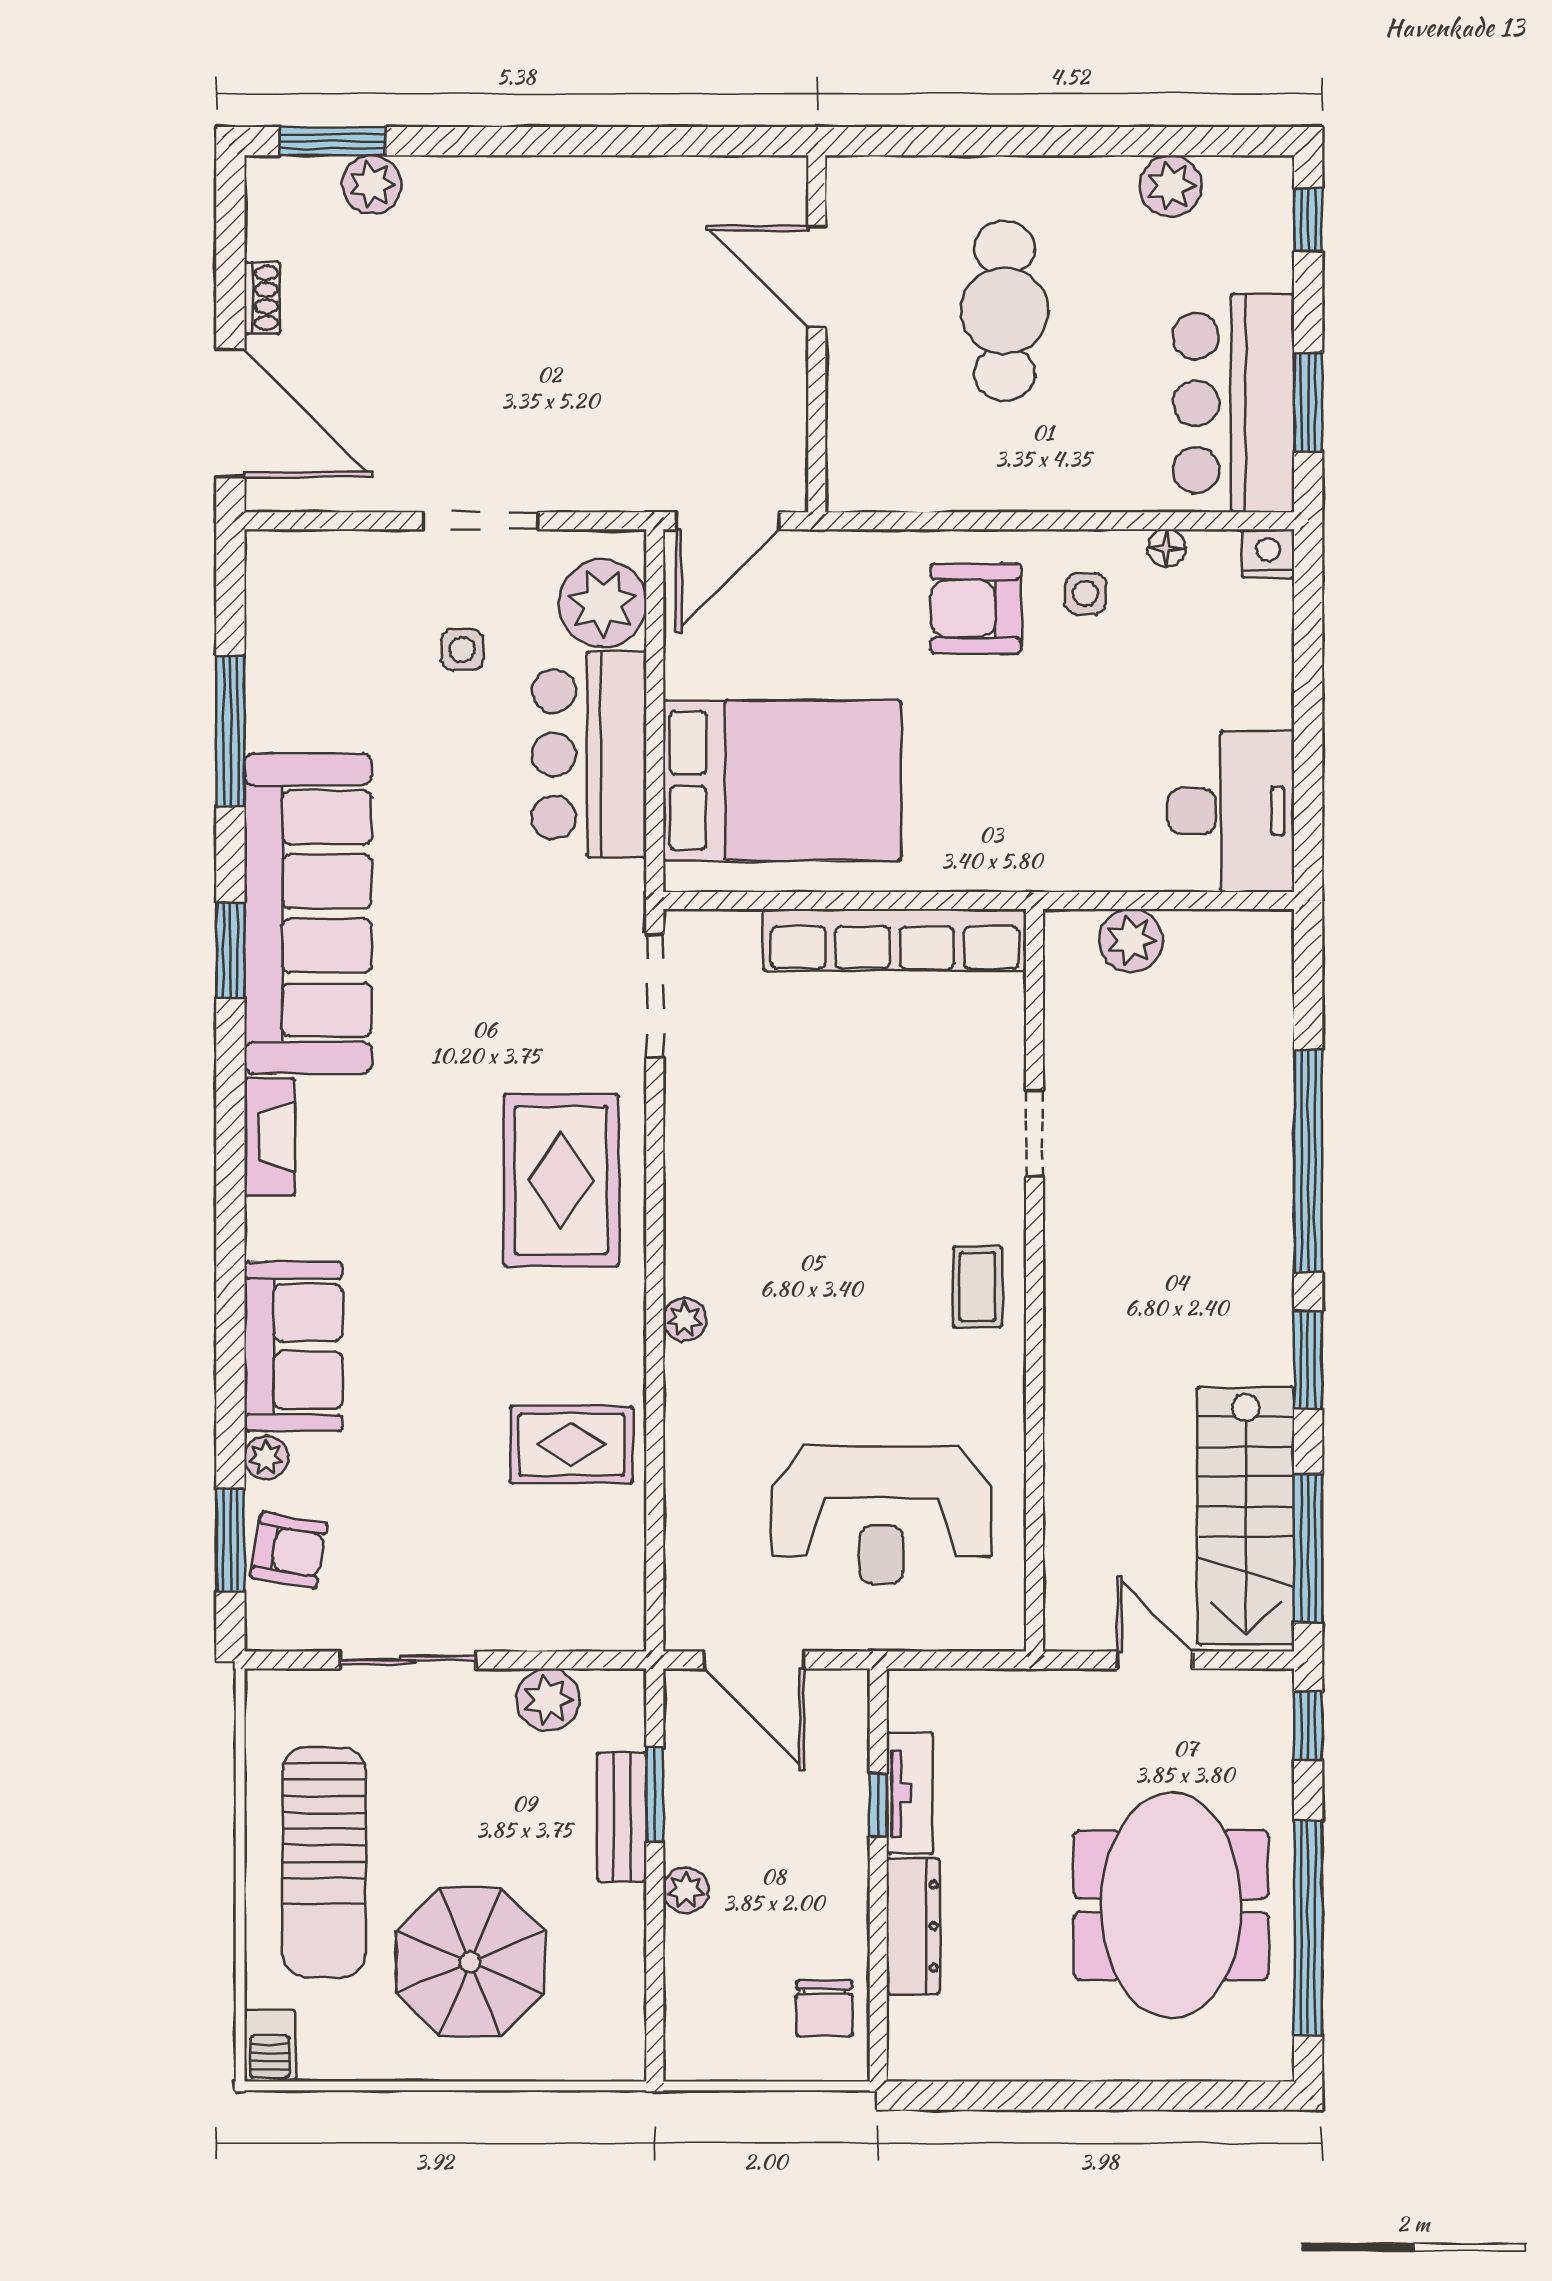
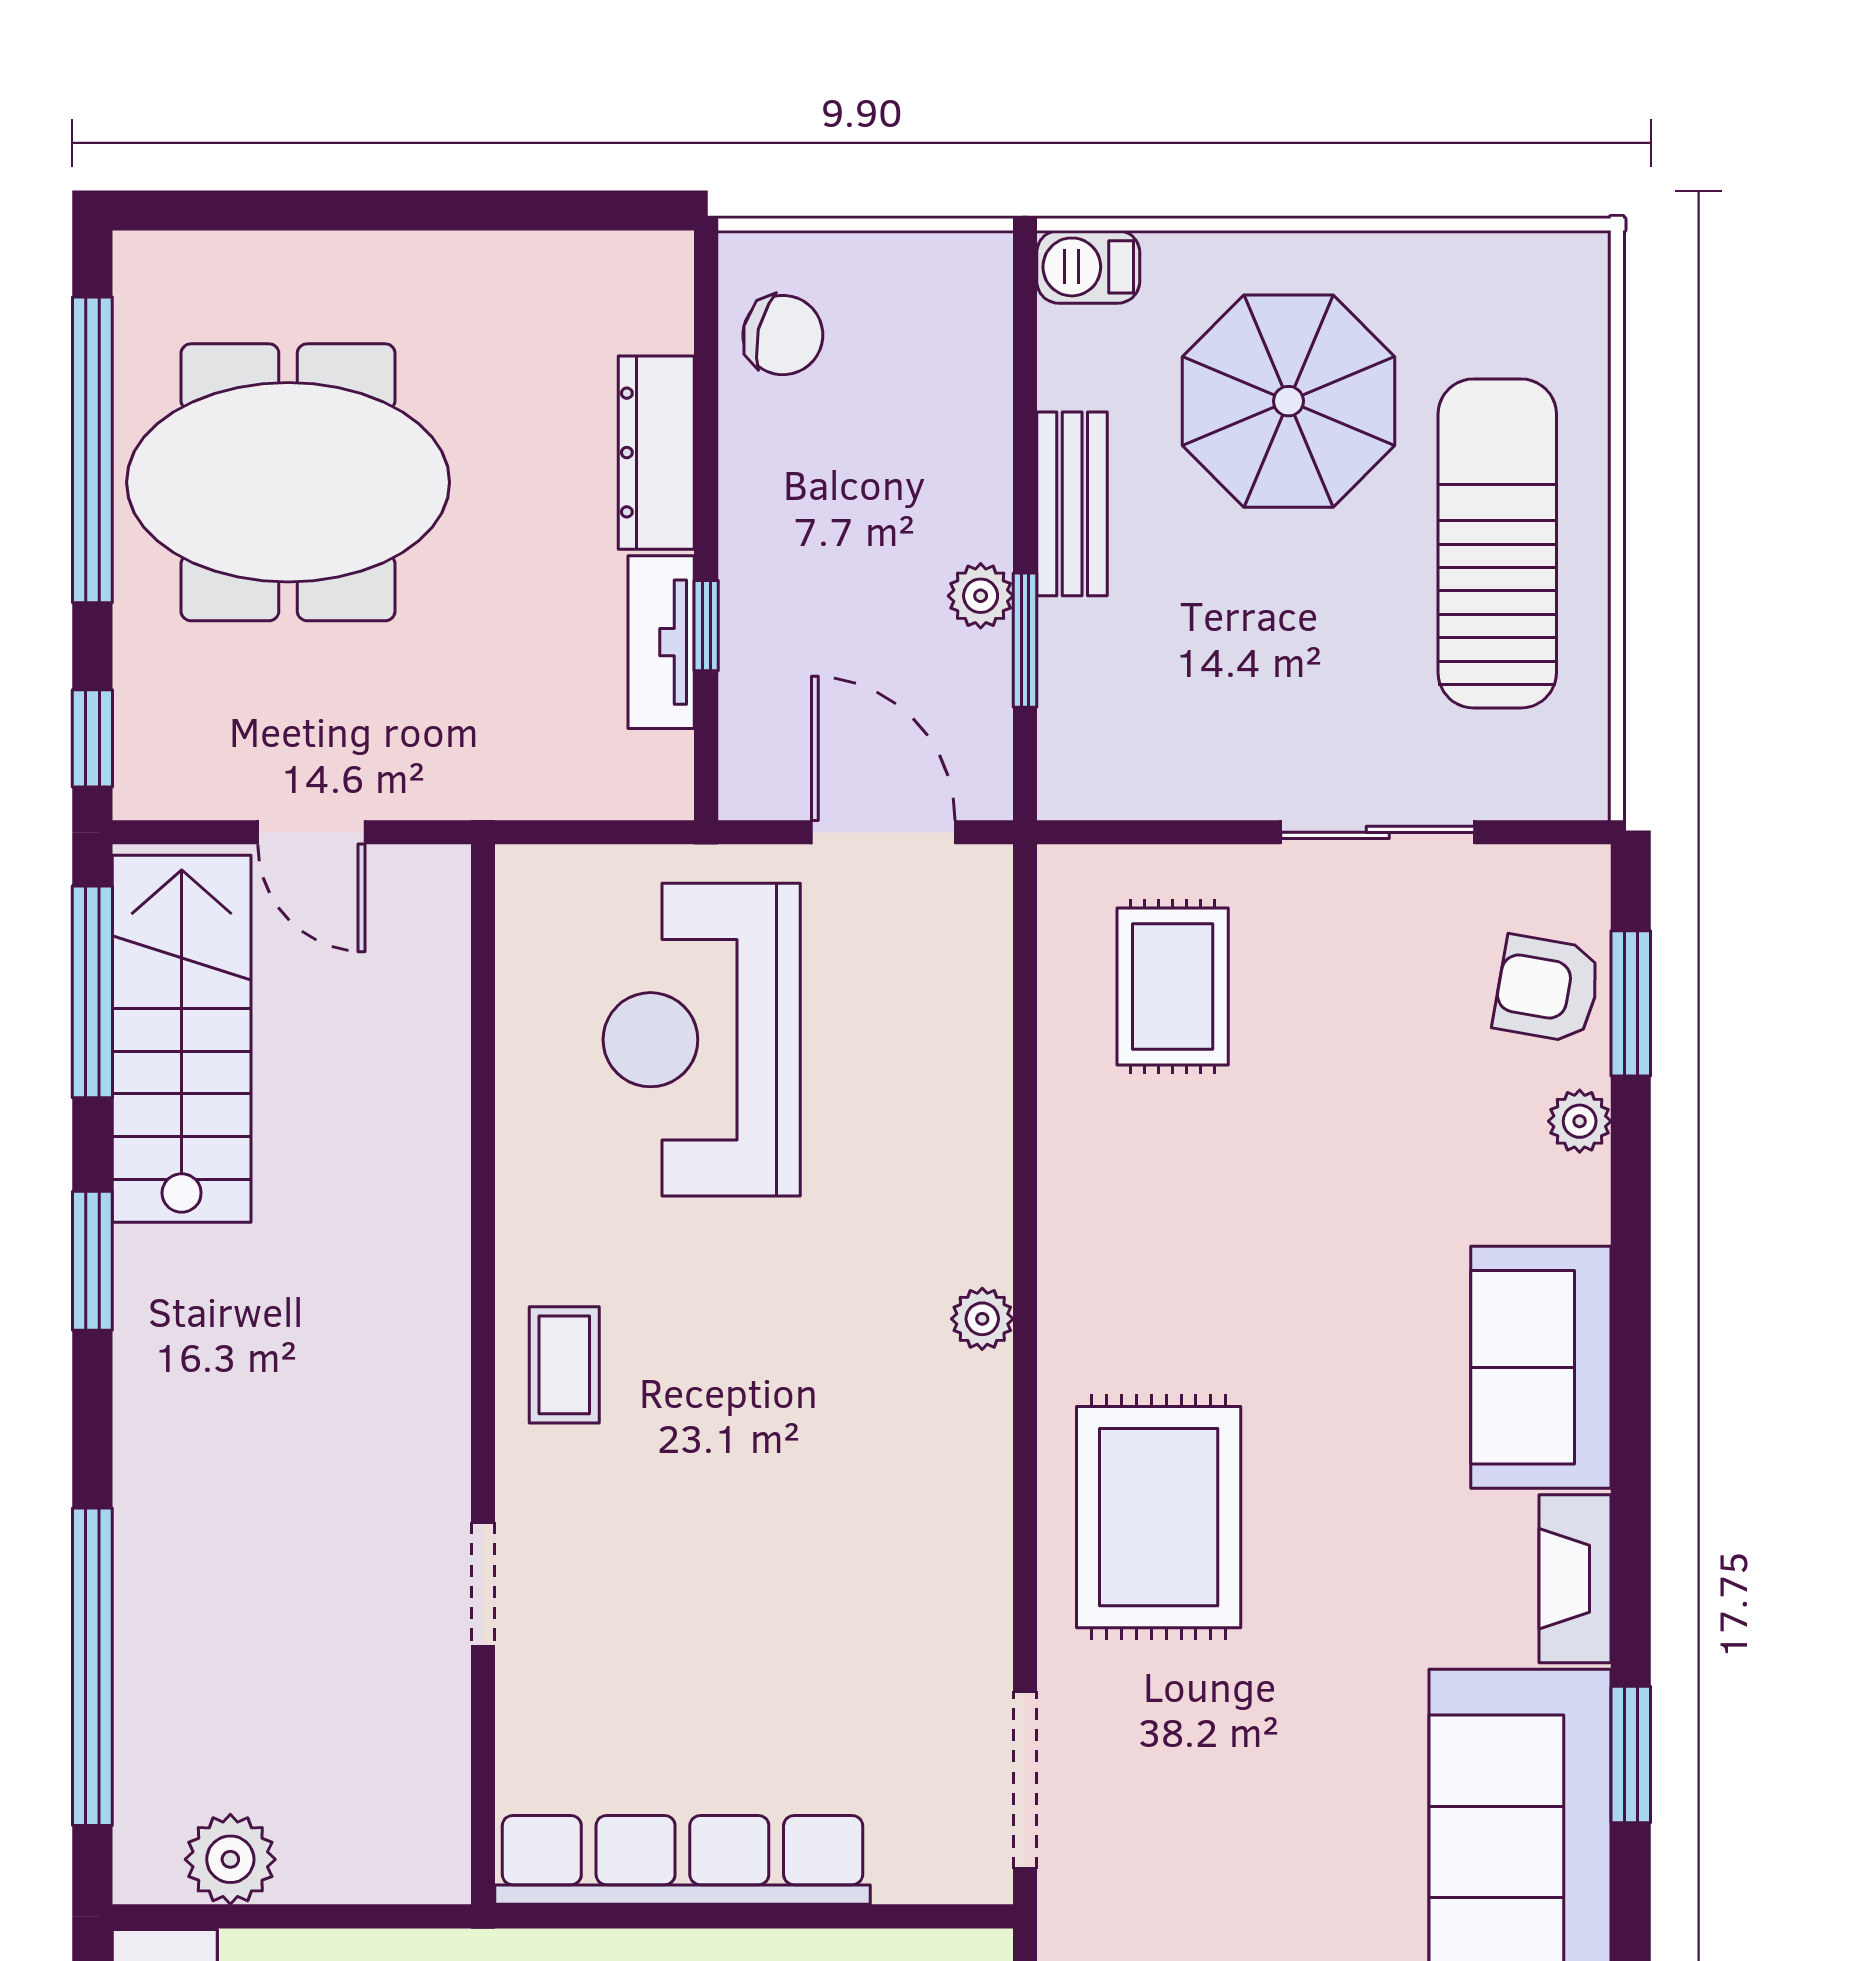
plant: (1131, 941) -> (230, 1859), moved
window: (230, 950) -> (1631, 1754), moved
window: (1308, 1161) -> (92, 1667), moved
sofa: (293, 1346) -> (1541, 1367), moved
rug: (571, 1445) -> (1173, 987), moved, turned 90
reception desk: (881, 1515) -> (702, 1040), turned -90
plant: (548, 1700) -> (1178, 776), removed
bench: (622, 1817) -> (1072, 504), moved
plant: (686, 1890) -> (981, 596), moved
meeting table: (1171, 1905) -> (288, 482), turned 90
chair: (824, 2008) -> (783, 335), turned 103
barbecue: (270, 2046) -> (1088, 267), moved, turned -90

